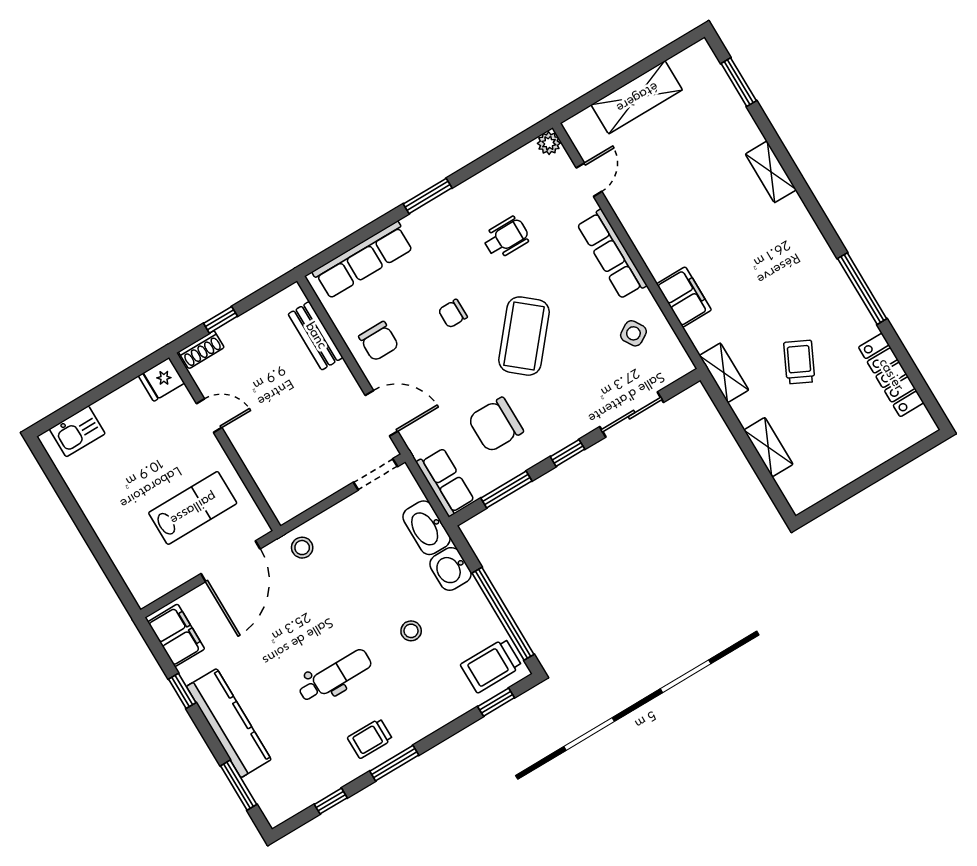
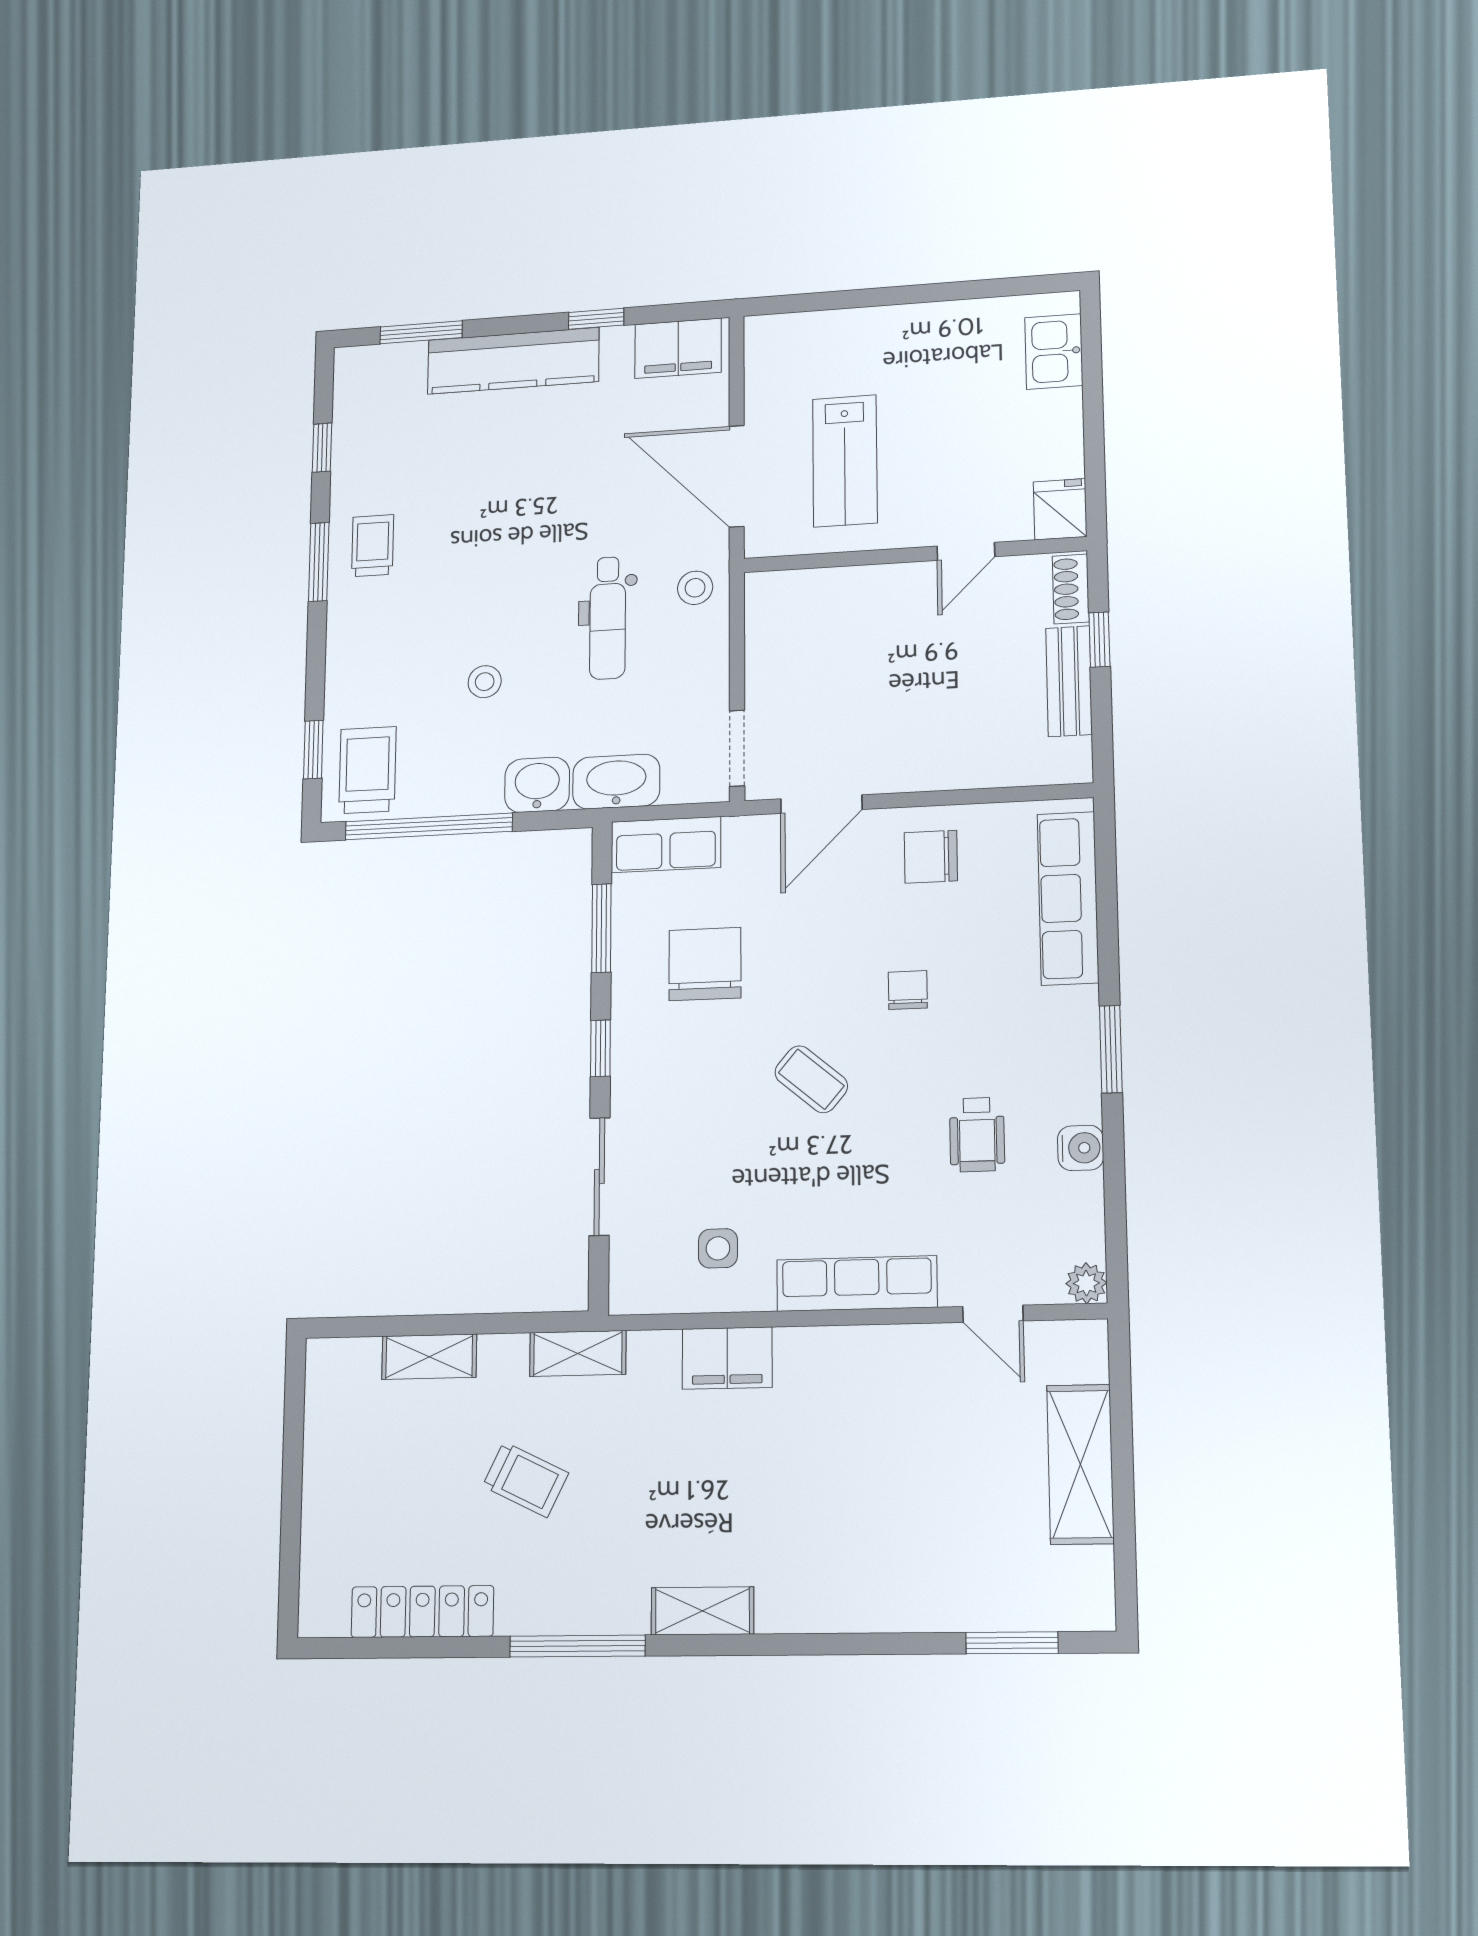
shelving: (771, 172) -> (702, 1611), moved
water cooler: (485, 183) -> (1081, 1148), added
side table: (633, 333) -> (718, 1248), turned 31
bench: (316, 336) -> (1069, 681), moved, turned 90
coffee table: (524, 336) -> (811, 1079), width x0.54, depth x0.58
dental chair: (335, 676) -> (608, 618), moved

